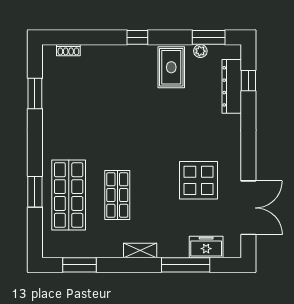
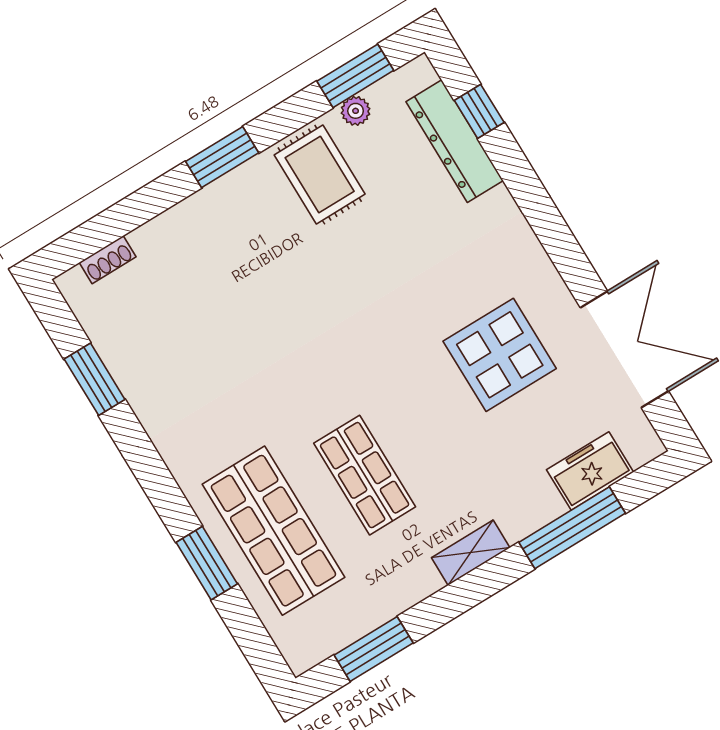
window: (137, 37) -> (222, 157), width x1.50

